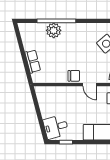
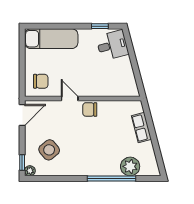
plant: (54, 30) -> (130, 166), moved

